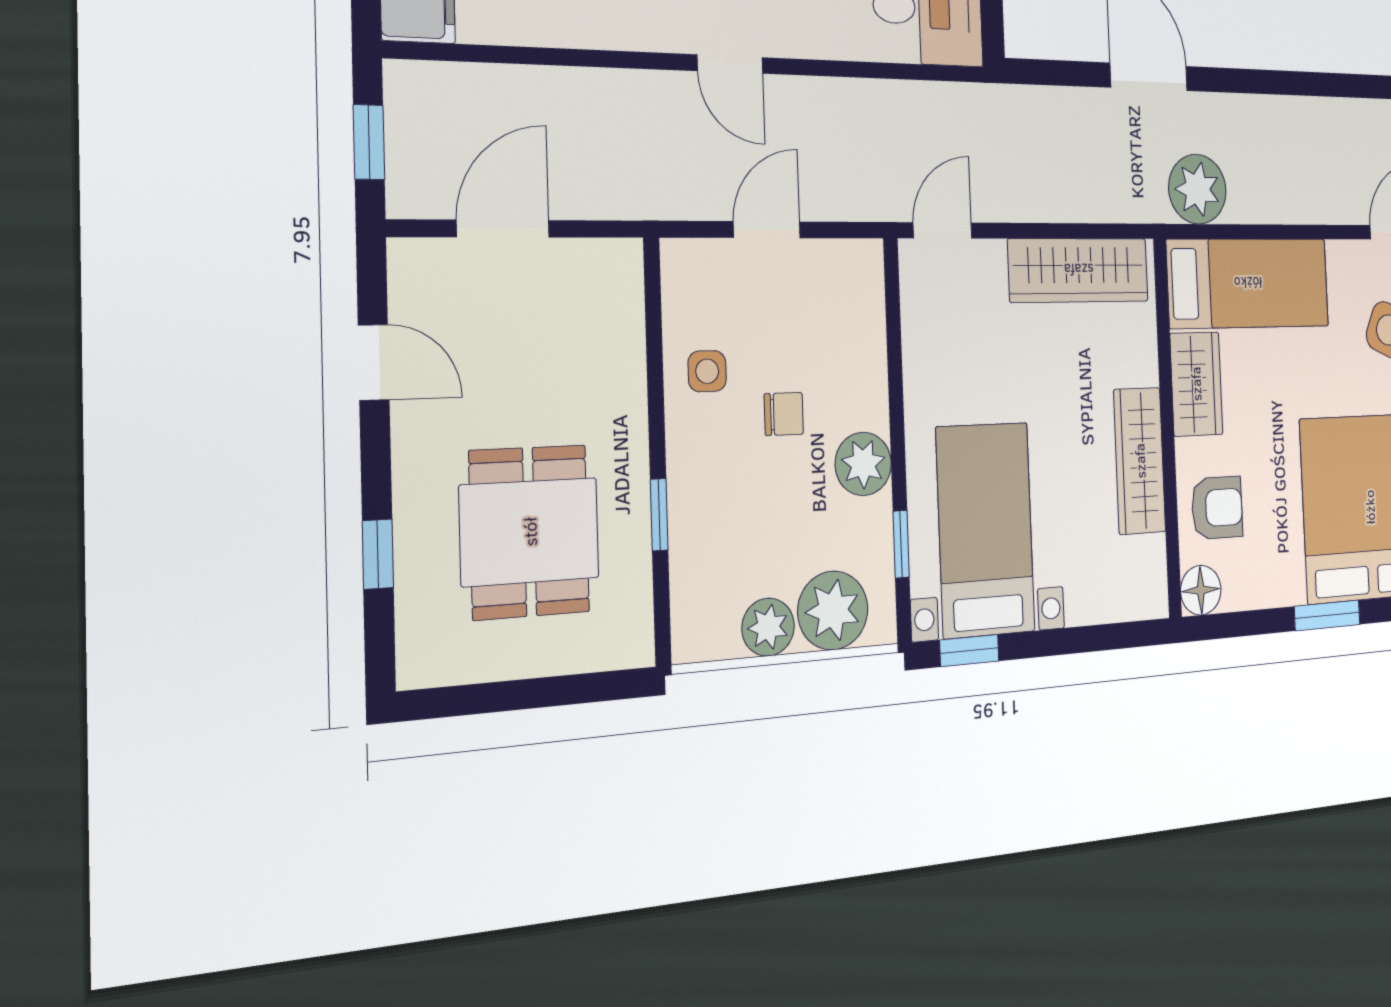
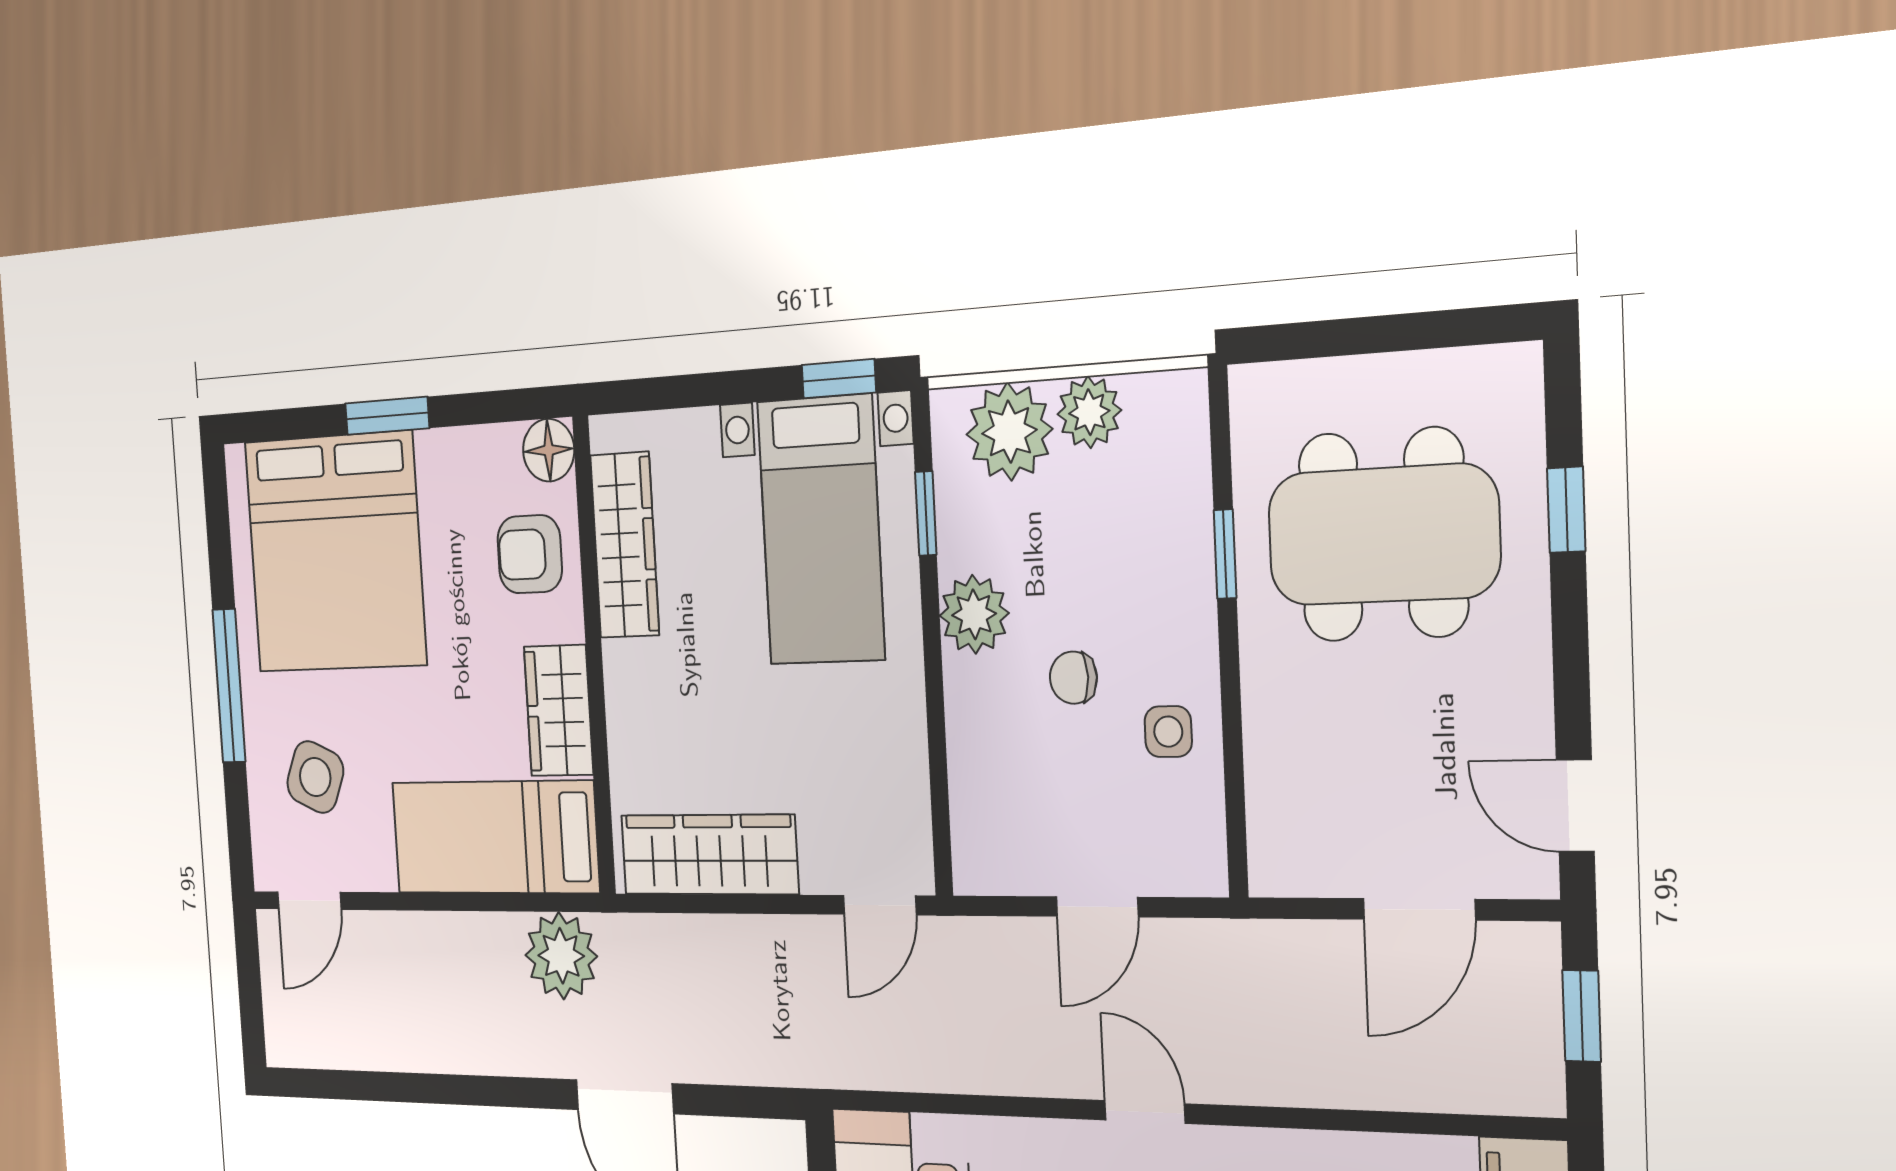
door: (374, 362) -> (1575, 806), moved
wardrobe: (1140, 461) -> (625, 545), moved
dining table: (530, 532) -> (1383, 535), width x1.38

